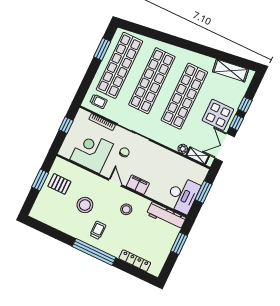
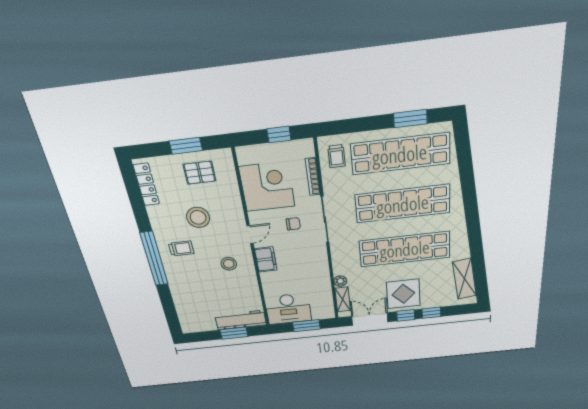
pallet: (59, 184) -> (199, 173), turned 90
workbench: (166, 216) -> (241, 320), moved, turned 90
locker: (135, 261) -> (146, 185), moved

